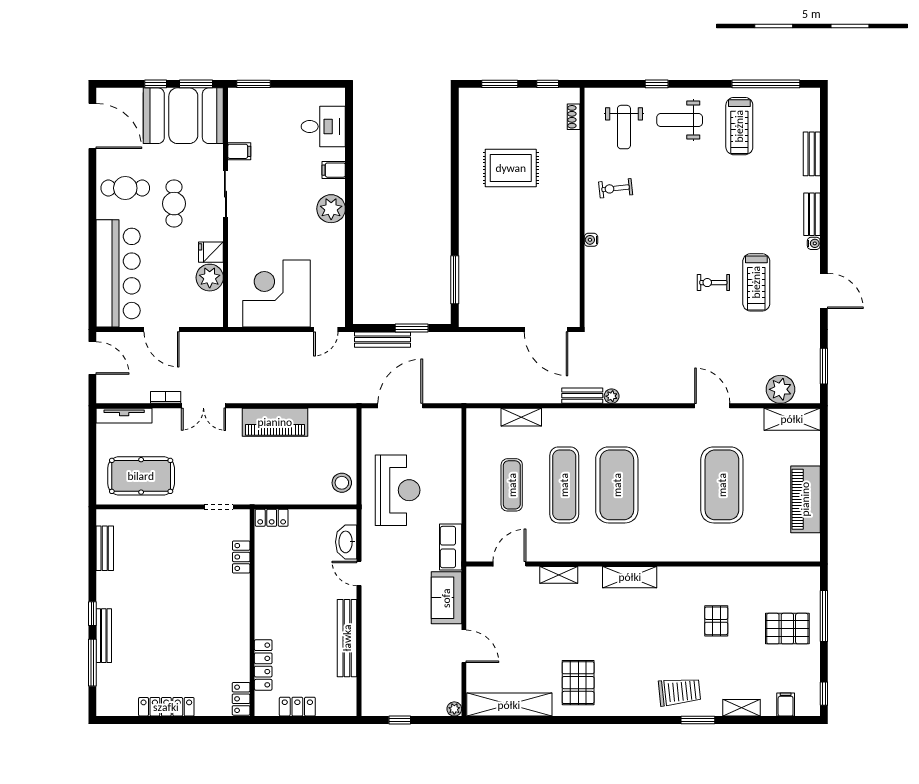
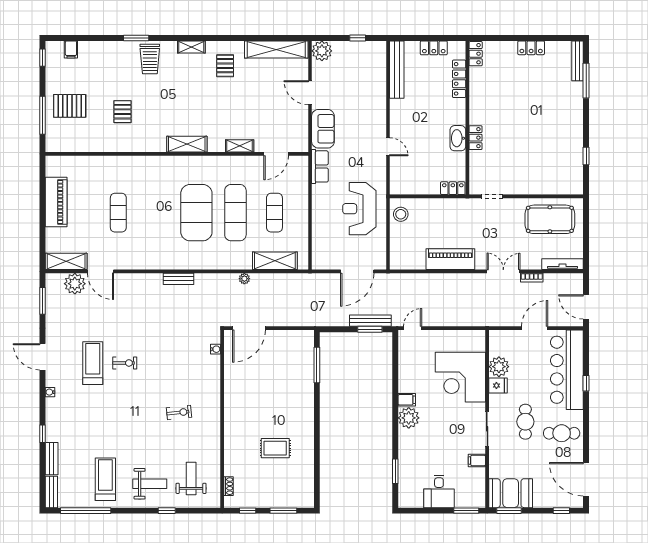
window: (156, 84) -> (561, 511), moved
booth: (183, 116) -> (511, 493), width x0.73, depth x0.70
desk: (323, 126) -> (439, 491), moved, turned -90
window: (349, 137) -> (395, 471), added
rug: (511, 168) -> (275, 448), width x0.73, depth x0.70
filing cabinet: (334, 170) -> (407, 400), moved
window: (824, 187) -> (43, 434), added
exercise bike: (616, 188) -> (179, 412), moved
bench: (812, 214) -> (51, 492), moved
water cooler: (591, 240) -> (216, 349), moved
window: (92, 255) -> (586, 383), added
corner desk: (276, 294) -> (460, 377), moved, turned 90
window: (412, 328) -> (370, 329), moved
door: (162, 329) -> (535, 328), hinge flipped
door: (546, 329) -> (249, 328), swing flipped
bench: (582, 396) -> (178, 279), moved
plant: (612, 396) -> (244, 279), moved
door: (712, 406) -> (100, 271), moved
shelving: (521, 417) -> (275, 261), width x1.50, depth x1.33
exercise mat: (722, 485) -> (118, 213), width x0.50, depth x0.69
washbasin: (346, 542) -> (458, 138), moved, turned 180
bench: (105, 548) -> (577, 166), removed
locker: (241, 557) -> (475, 138), moved
window: (92, 614) -> (586, 156), moved
bench: (104, 636) -> (578, 61), moved
bench: (347, 638) -> (397, 70), moved
pallet: (578, 683) -> (225, 66), width x0.67, depth x0.71
trolley: (679, 692) -> (150, 59), turned -84
locker: (166, 707) -> (531, 48), width x0.66
shelving: (742, 708) -> (191, 47), moved
plant: (454, 709) -> (322, 51), width x1.87, depth x1.87

